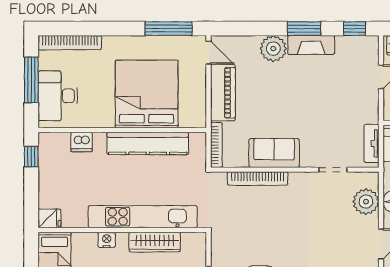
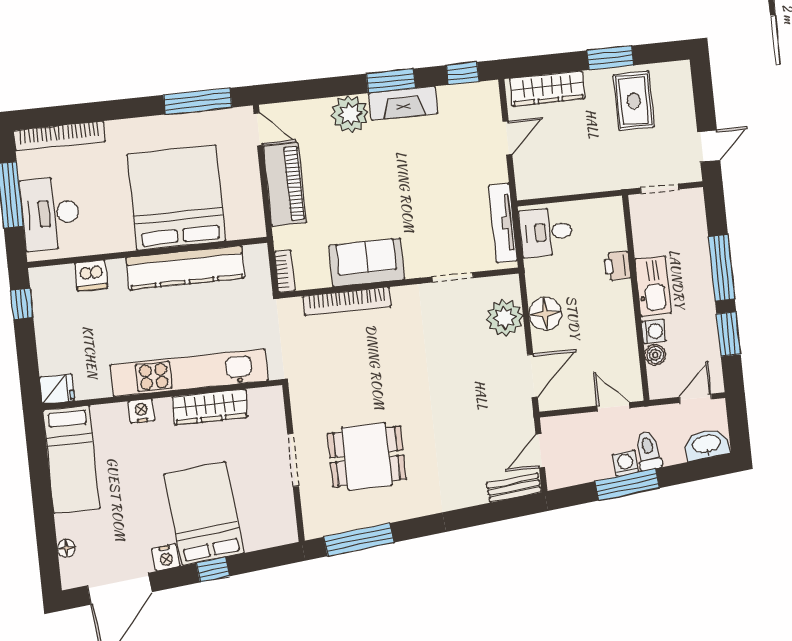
tv unit: (372, 143) -> (503, 223), width x1.41
bookcase: (216, 145) -> (285, 271), width x0.64

